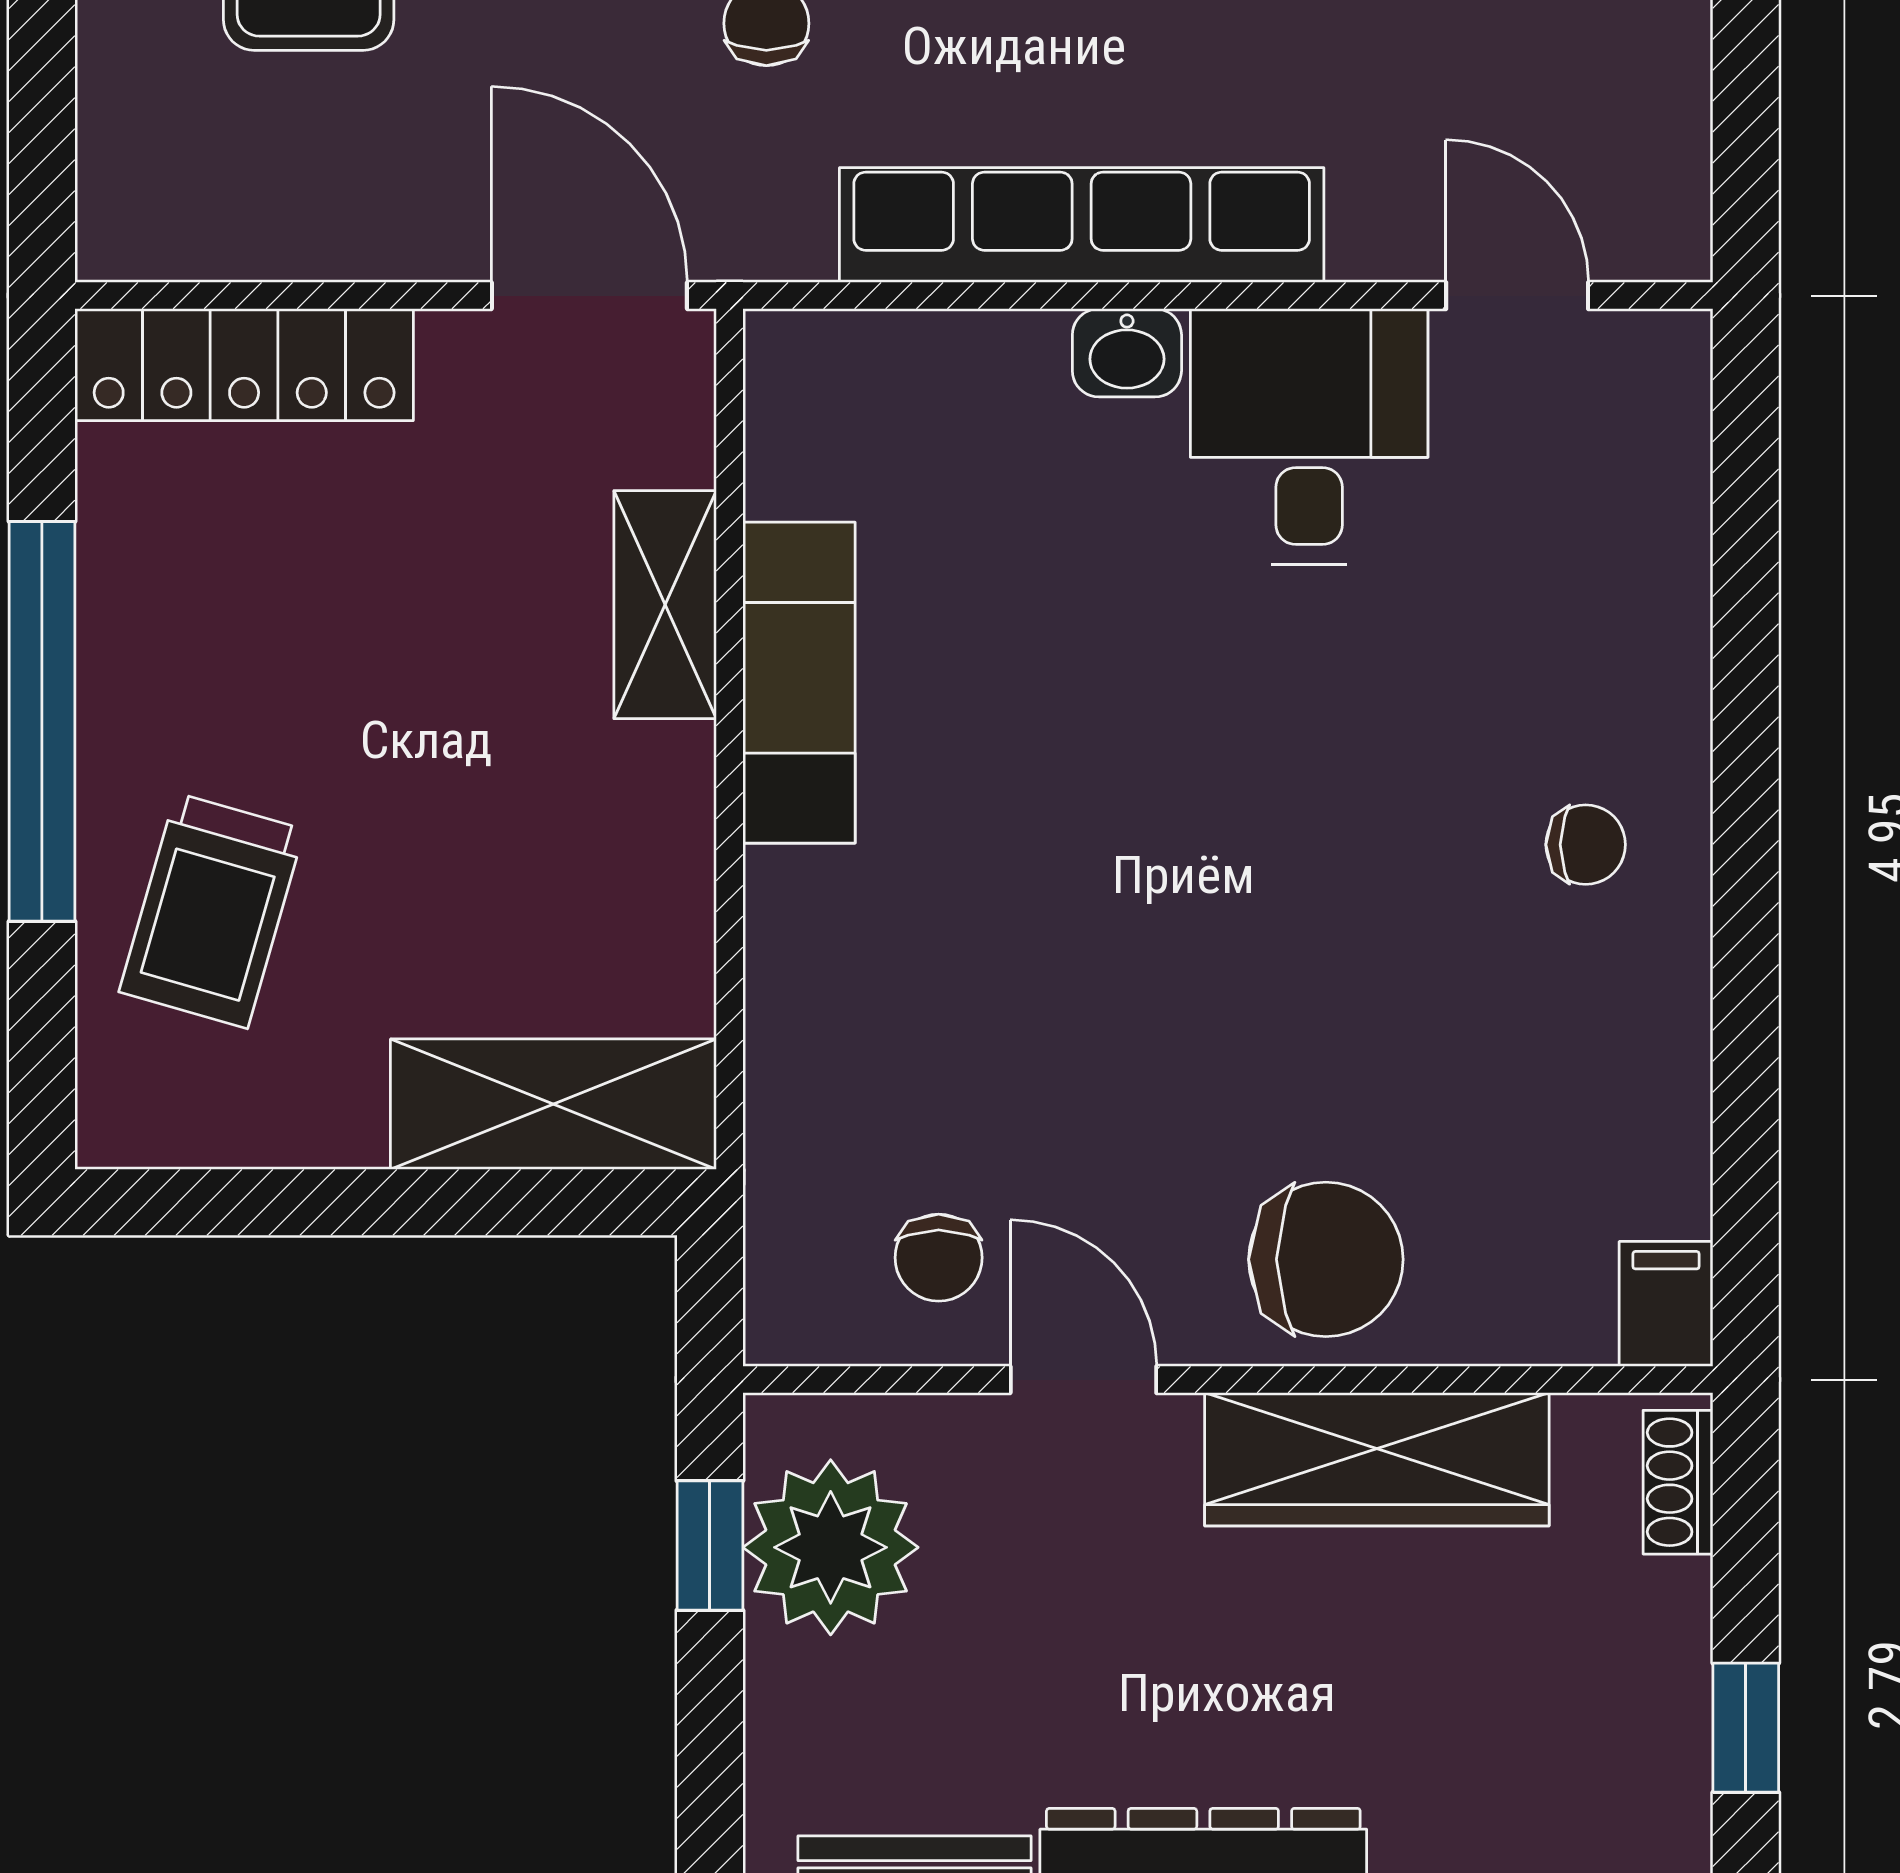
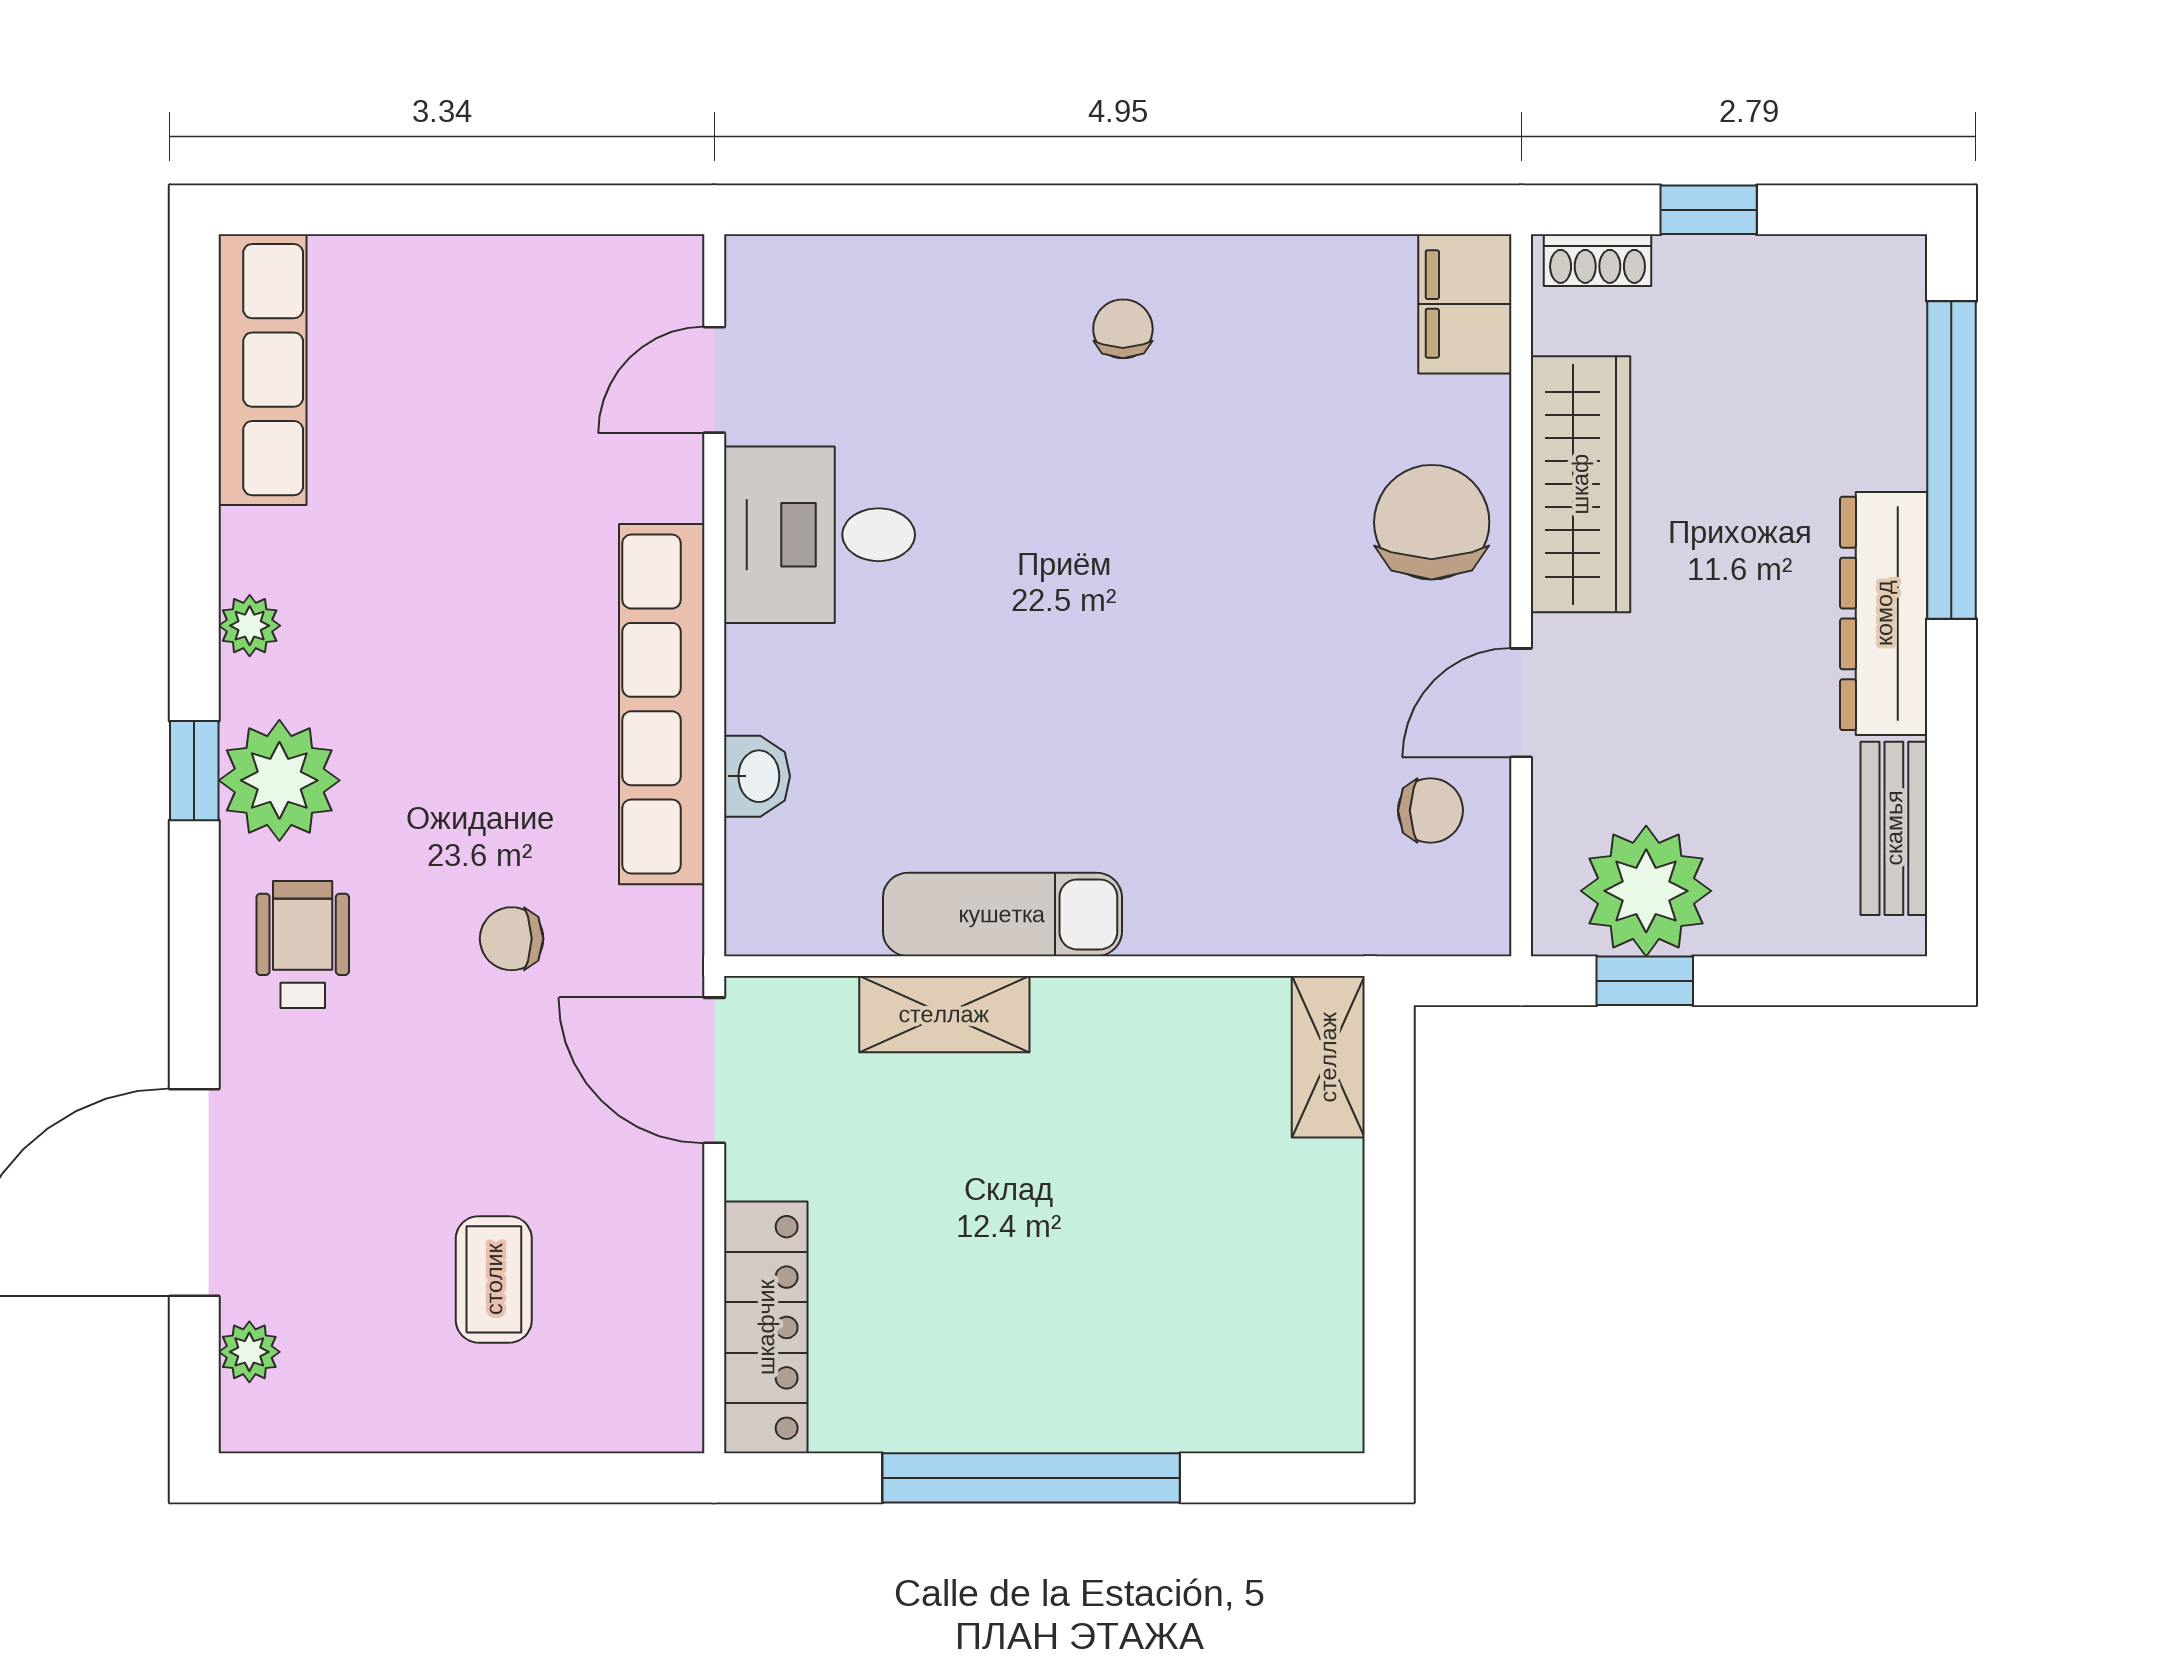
door: (589, 296) -> (714, 1070), hinge flipped
washbasin: (1127, 353) -> (757, 776), moved
trolley: (212, 911) -> (1172, 1352), removed
shelving: (553, 1104) -> (1328, 1057), width x0.67, depth x0.75
filing cabinet: (1666, 1304) -> (1465, 304), width x2.00
window: (1746, 1728) -> (1709, 210), moved

